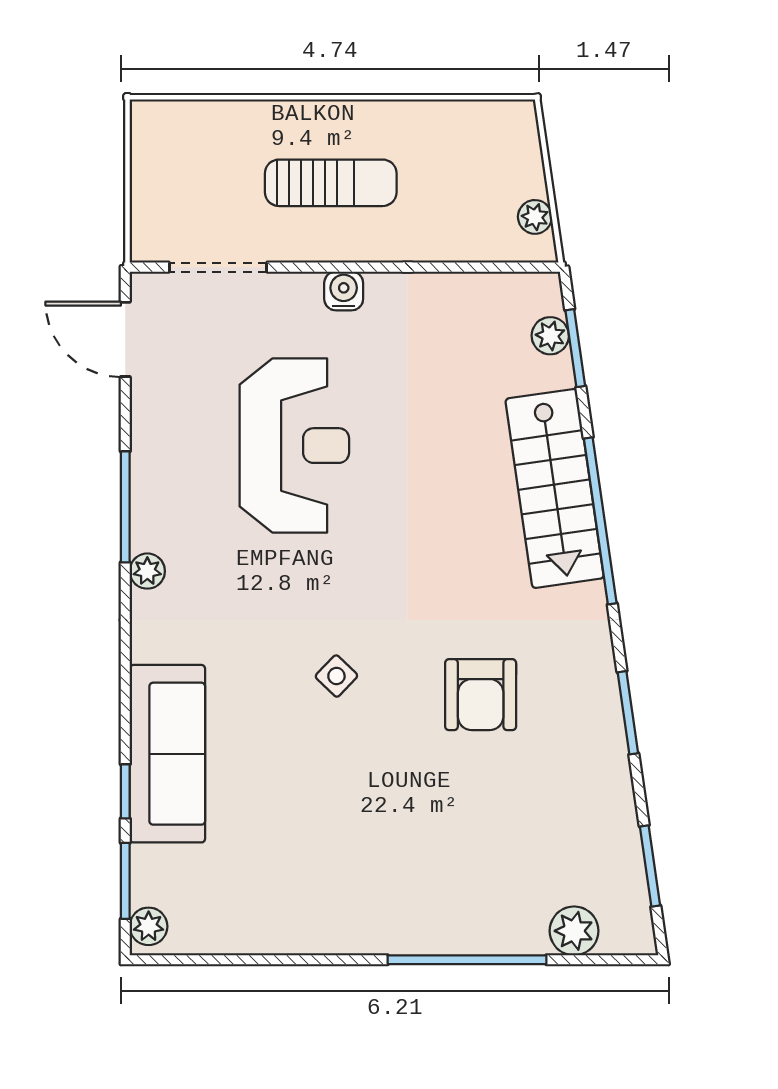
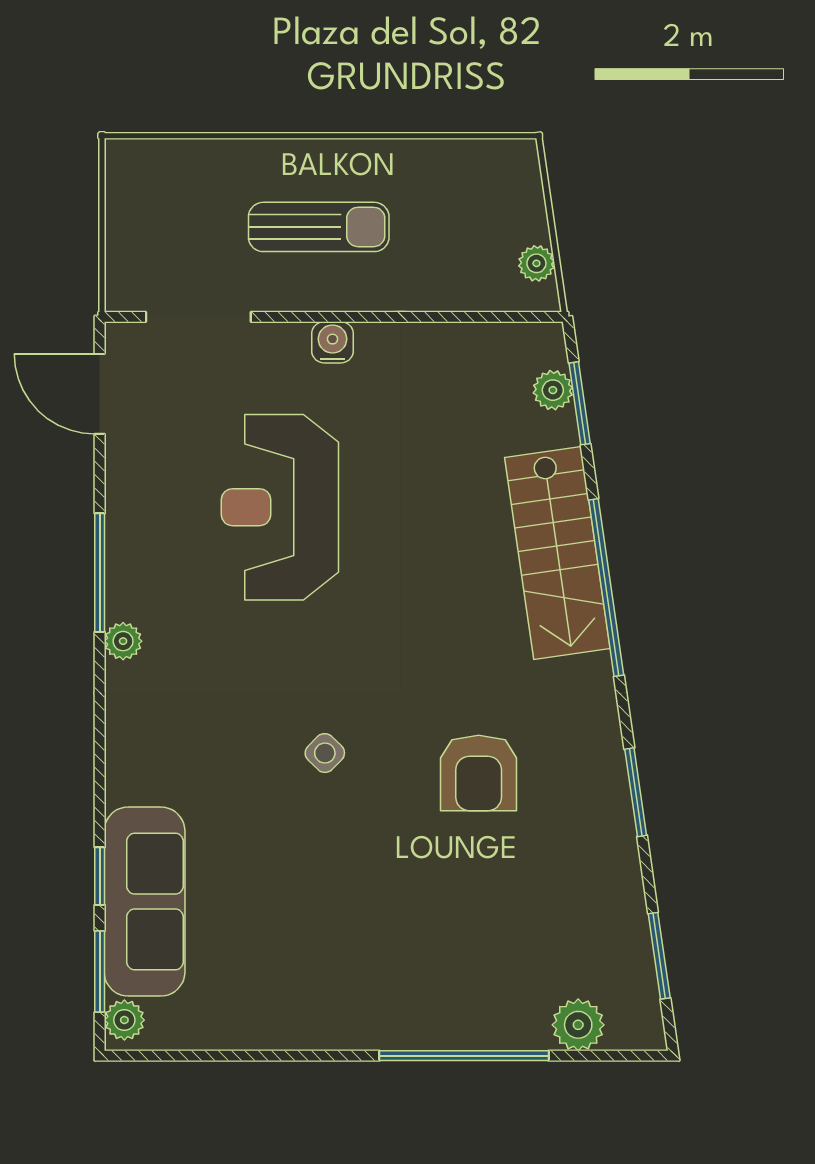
reception desk: (294, 446) -> (280, 507), turned 180
sofa: (167, 754) -> (145, 902), moved

